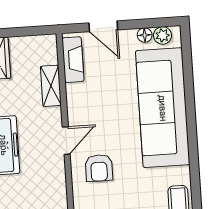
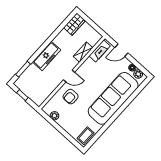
door: (103, 26) -> (121, 50), hinge flipped

